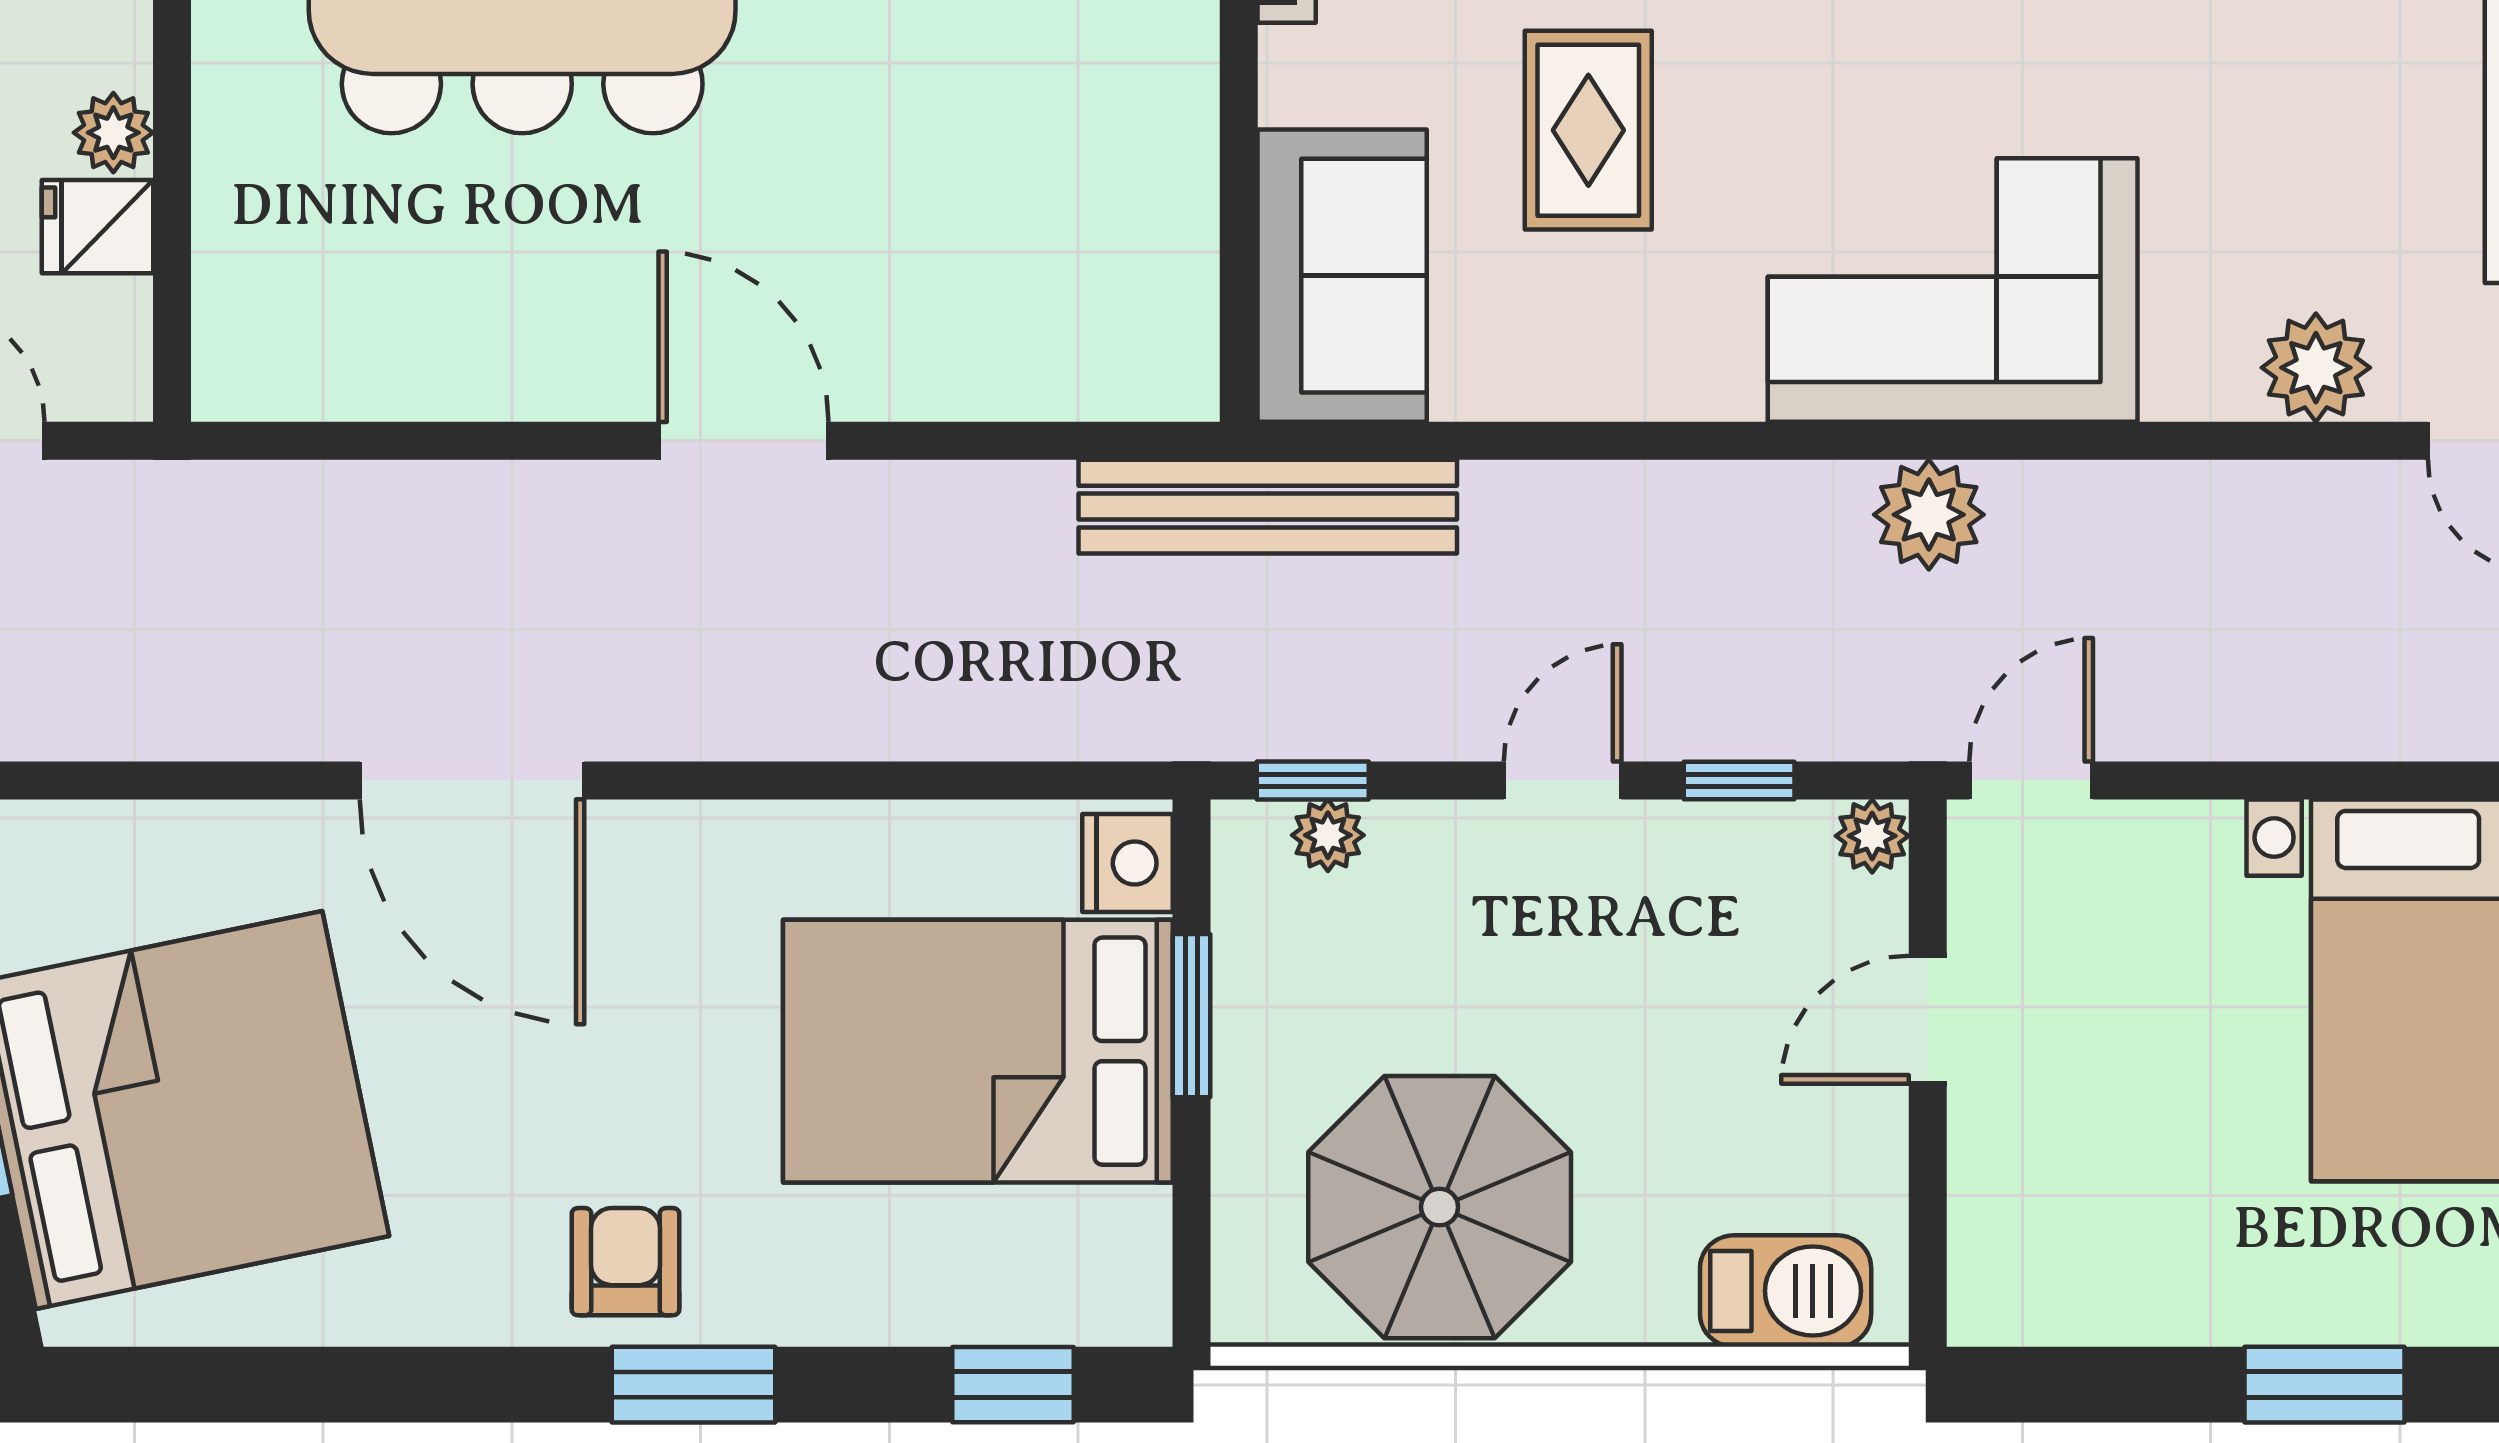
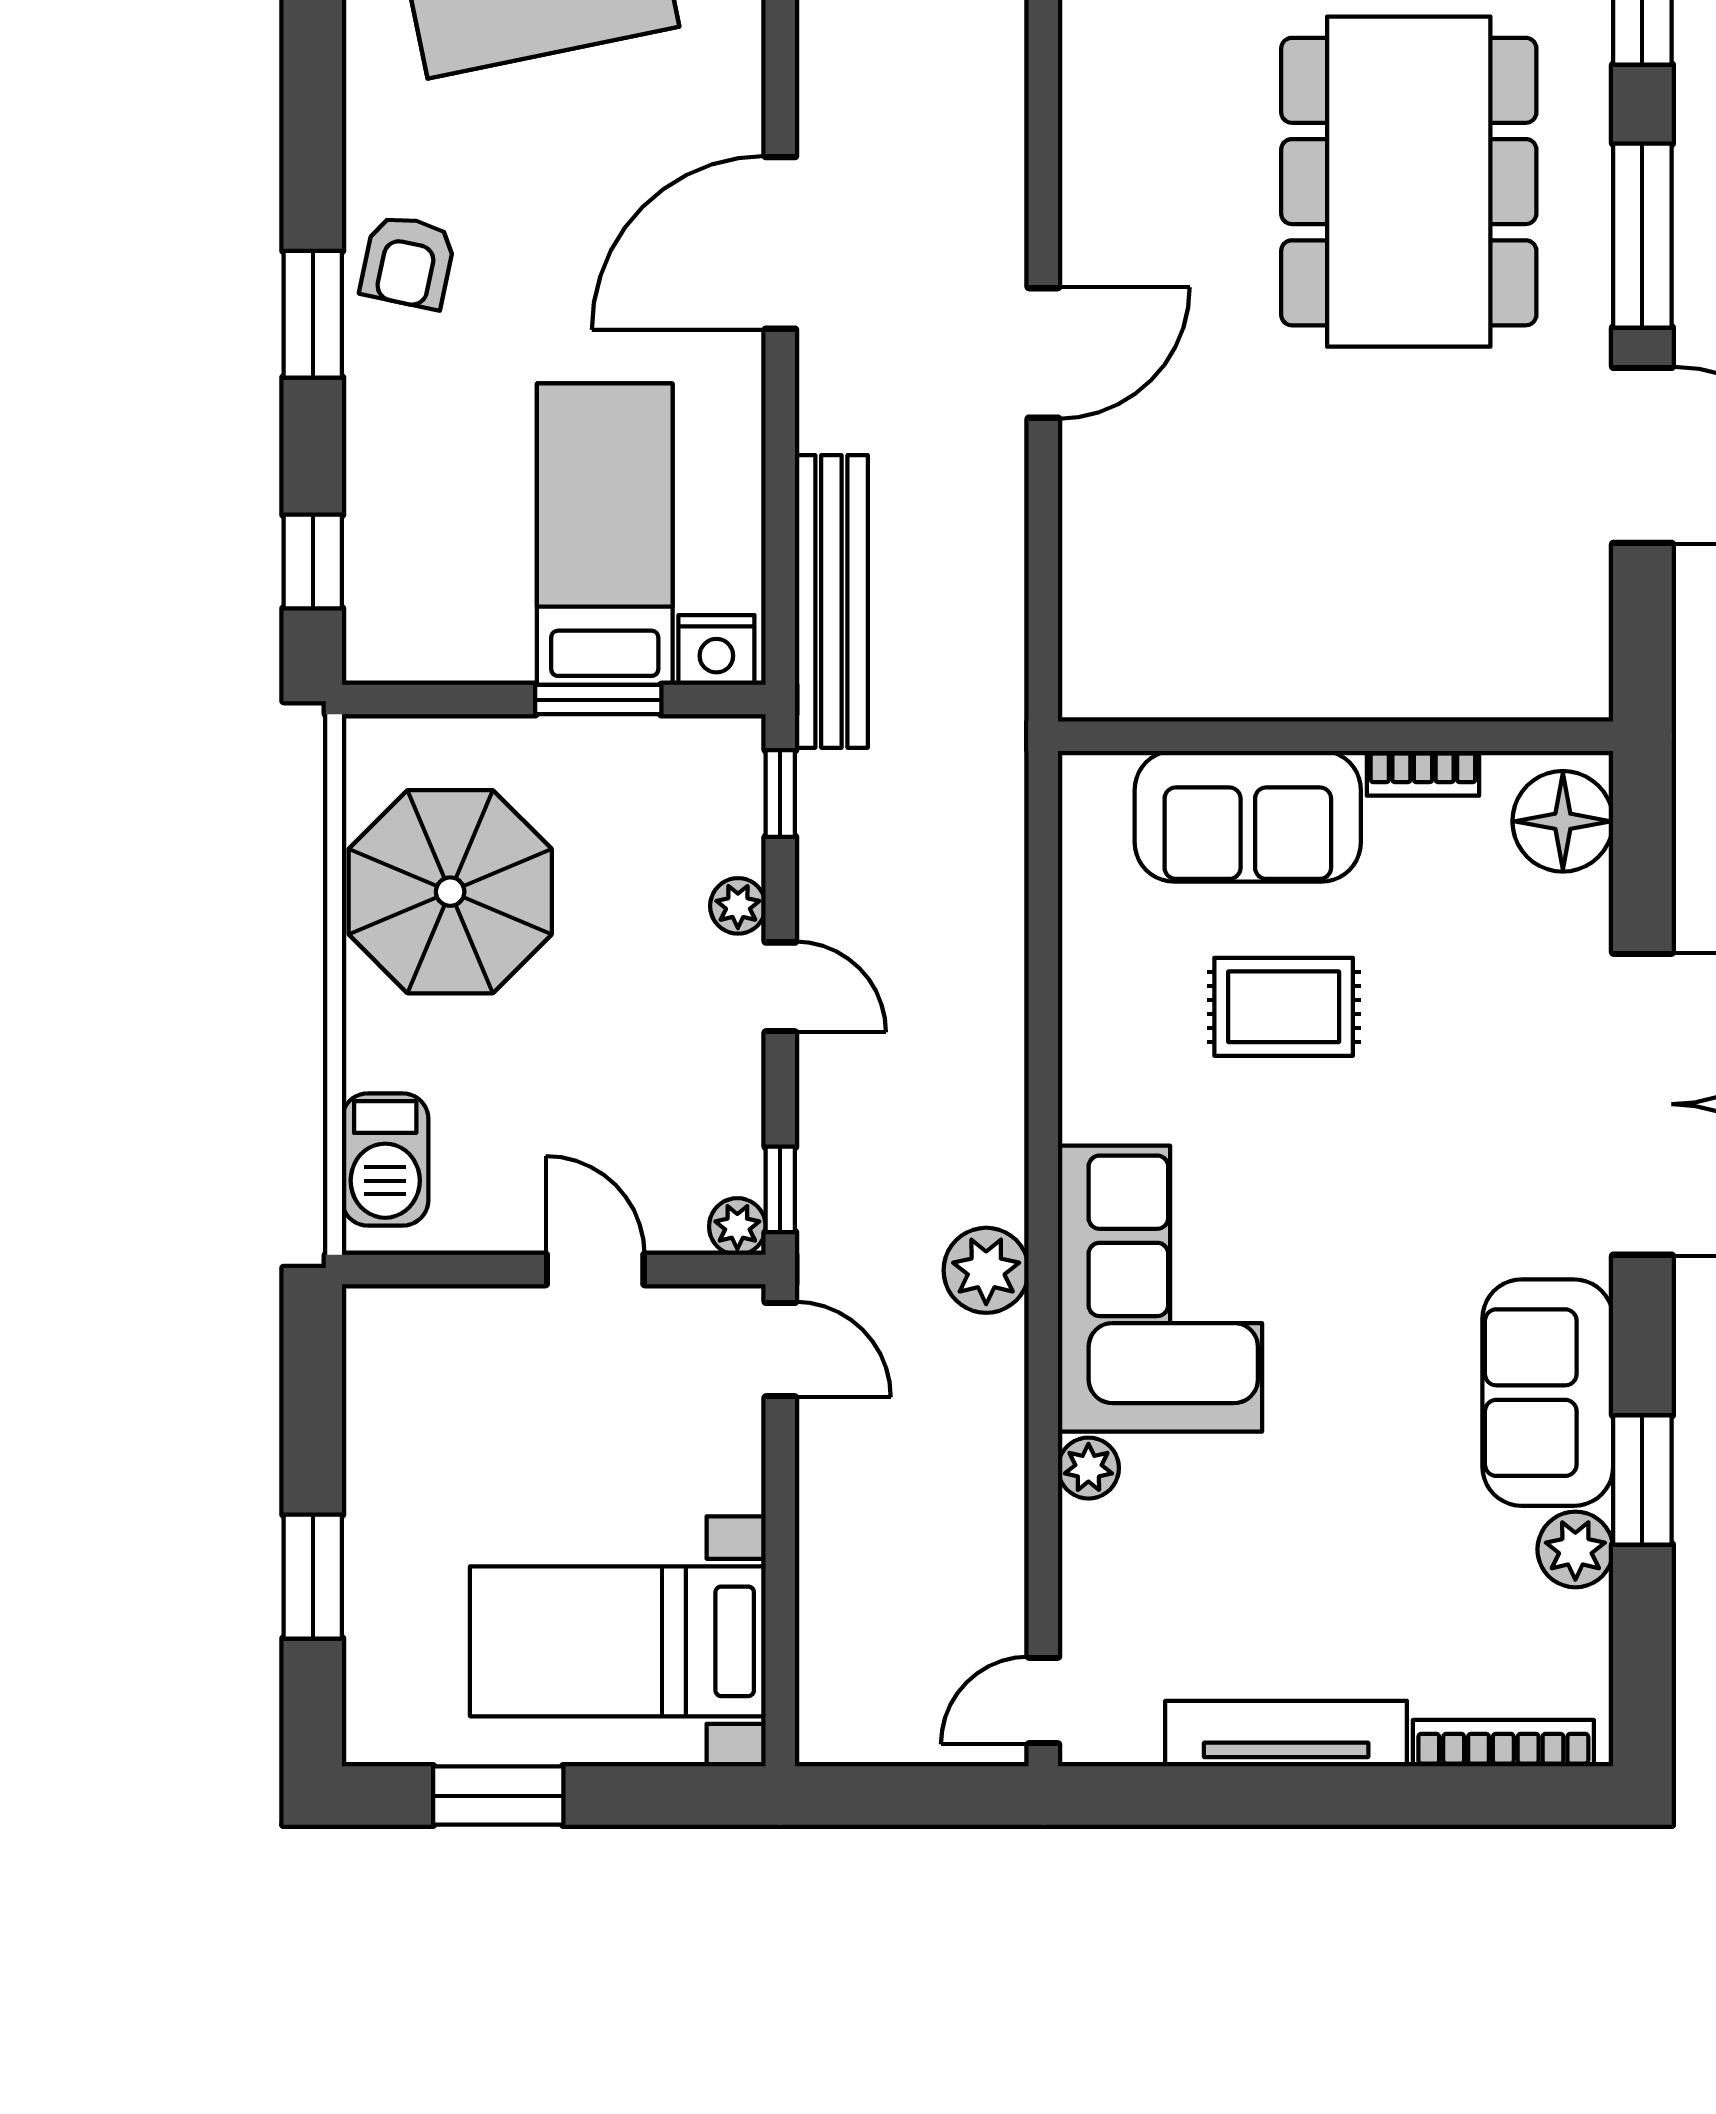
sofa: (1342, 276) -> (1248, 816), moved
plant: (2316, 368) -> (1088, 1468), moved, width x0.73, depth x0.73
bench: (1268, 507) -> (831, 601), moved
door: (472, 780) -> (780, 243), moved
window: (1739, 780) -> (780, 1189), moved
plant: (1328, 835) -> (738, 906), moved
bed: (978, 1051) -> (605, 534), width x0.67
armchair: (625, 1262) -> (408, 262), turned 102

